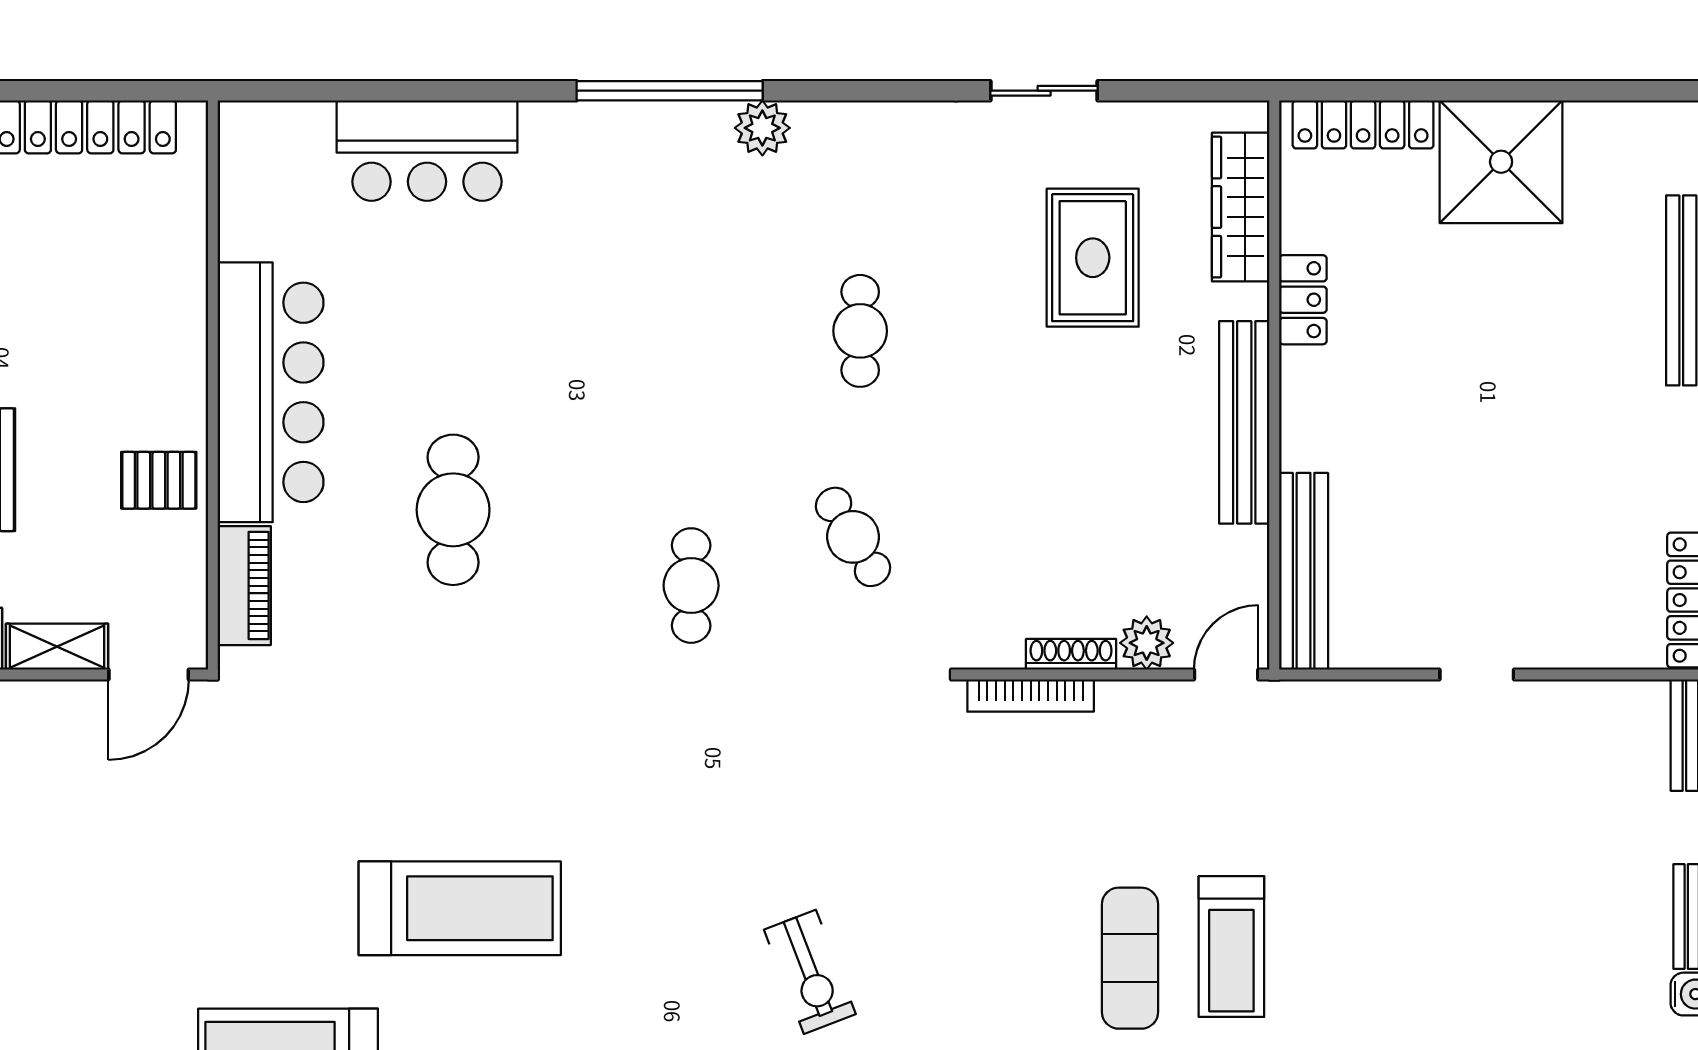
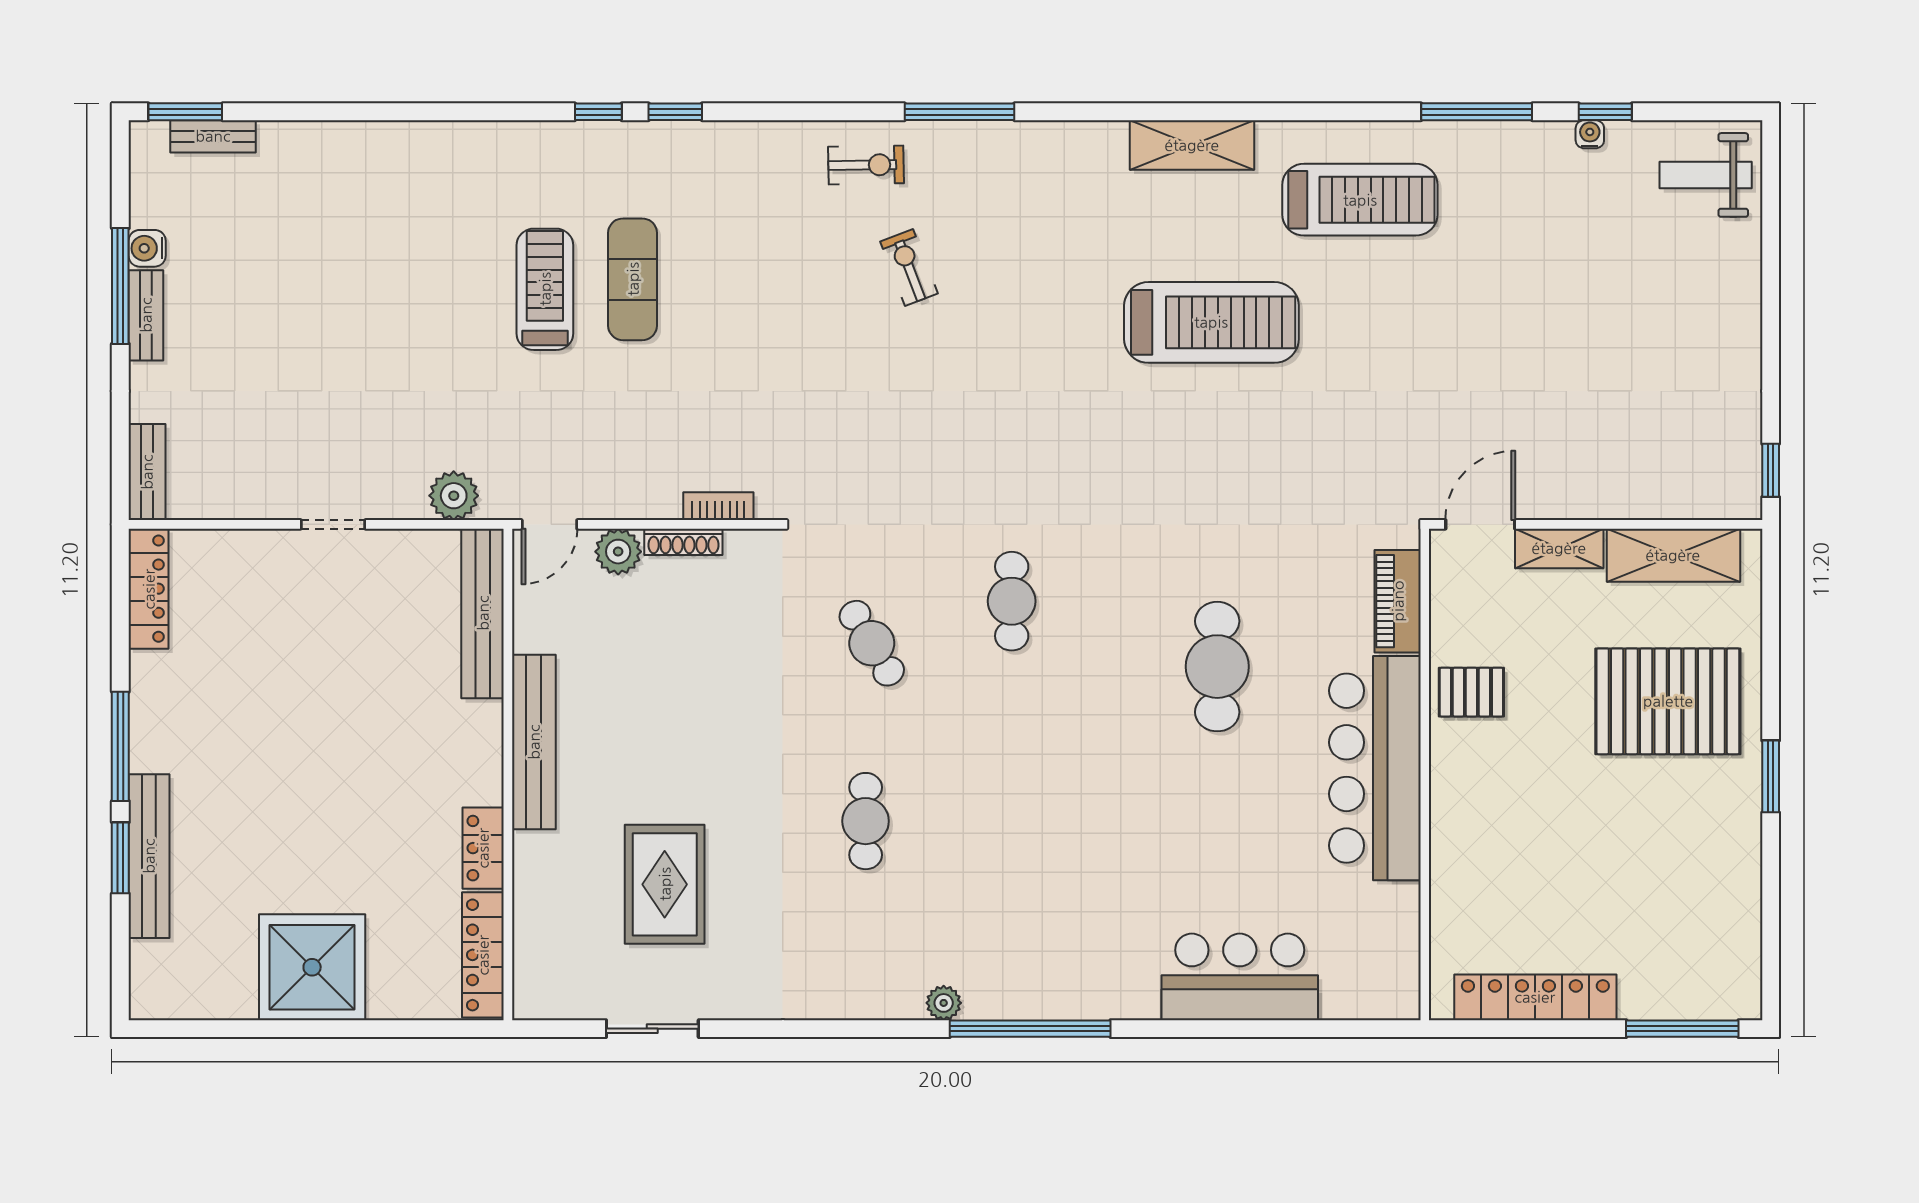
sliding door: (1044, 91) -> (652, 1029), moved
locker: (1363, 124) -> (483, 955), moved, turned -90
plant: (762, 128) -> (944, 1003), width x0.73, depth x0.73
wardrobe: (1241, 207) -> (537, 928), removed
bookcase: (1031, 696) -> (718, 506), width x0.64
plant: (1337, 708) -> (454, 496), added
treadmill: (460, 908) -> (1211, 322), turned 180
exercise bike: (810, 972) -> (909, 267), width x0.73, depth x0.72

